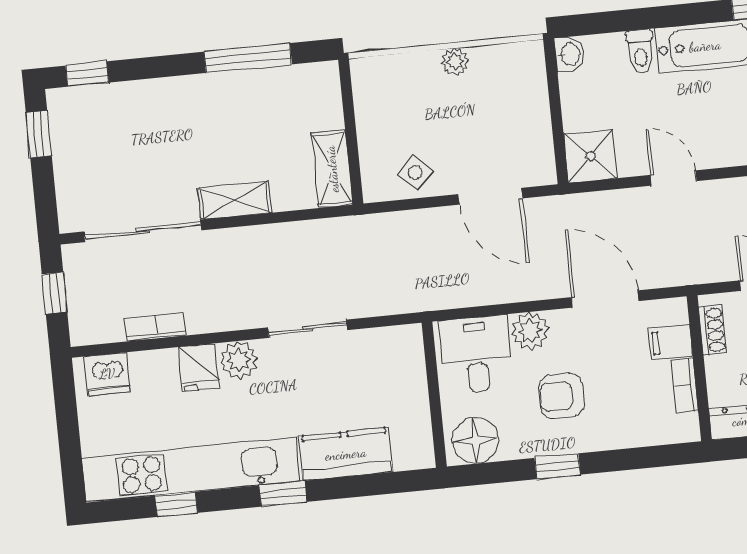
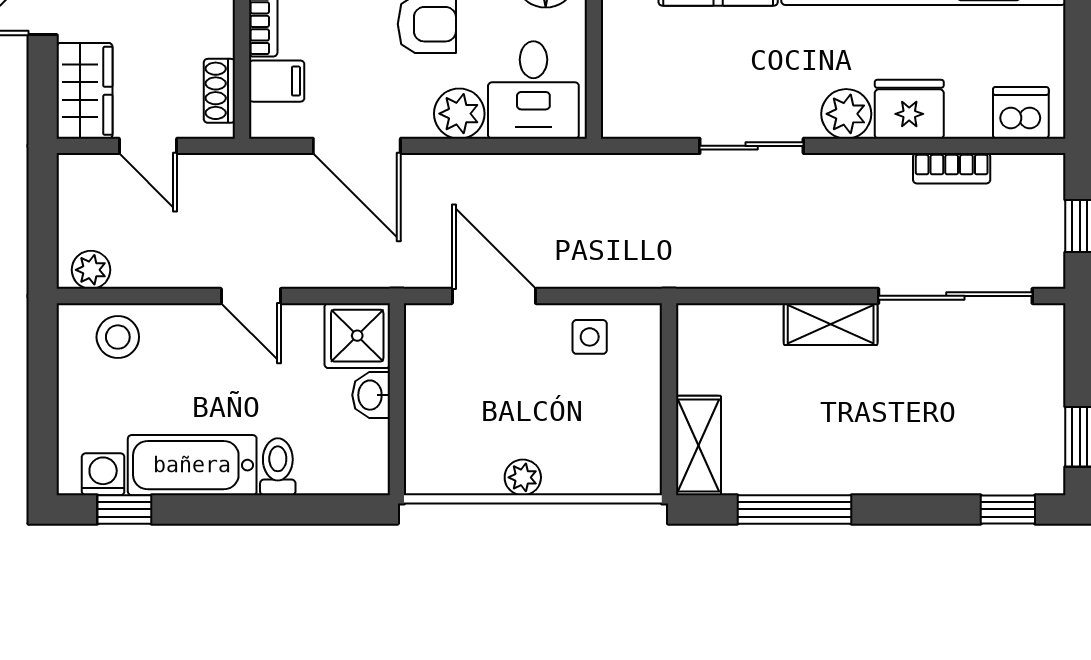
washbasin: (570, 54) -> (371, 395), moved
shelving: (332, 169) -> (698, 445), moved
side table: (415, 173) -> (590, 337), turned 45
fridge: (199, 367) -> (909, 109), width x1.38

